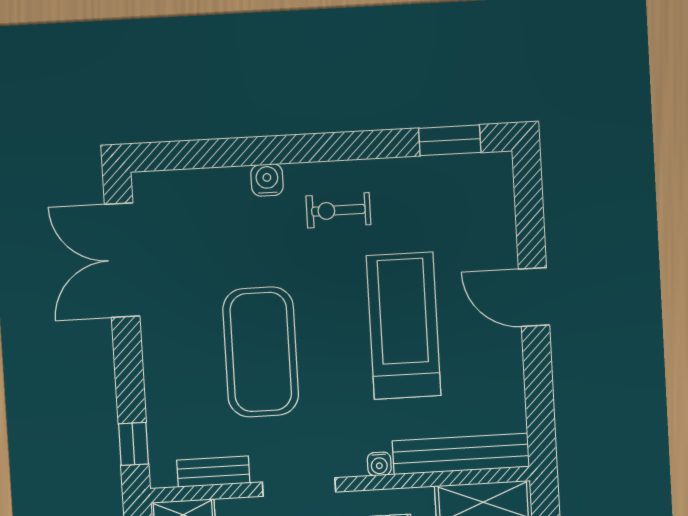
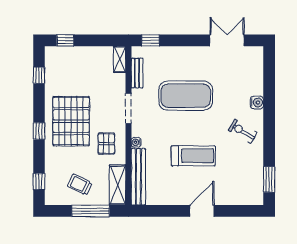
exercise bike: (338, 210) -> (243, 131), turned -59
double door: (122, 260) -> (227, 40), width x0.73
treadmill: (404, 326) -> (193, 156), width x0.73, depth x0.73

